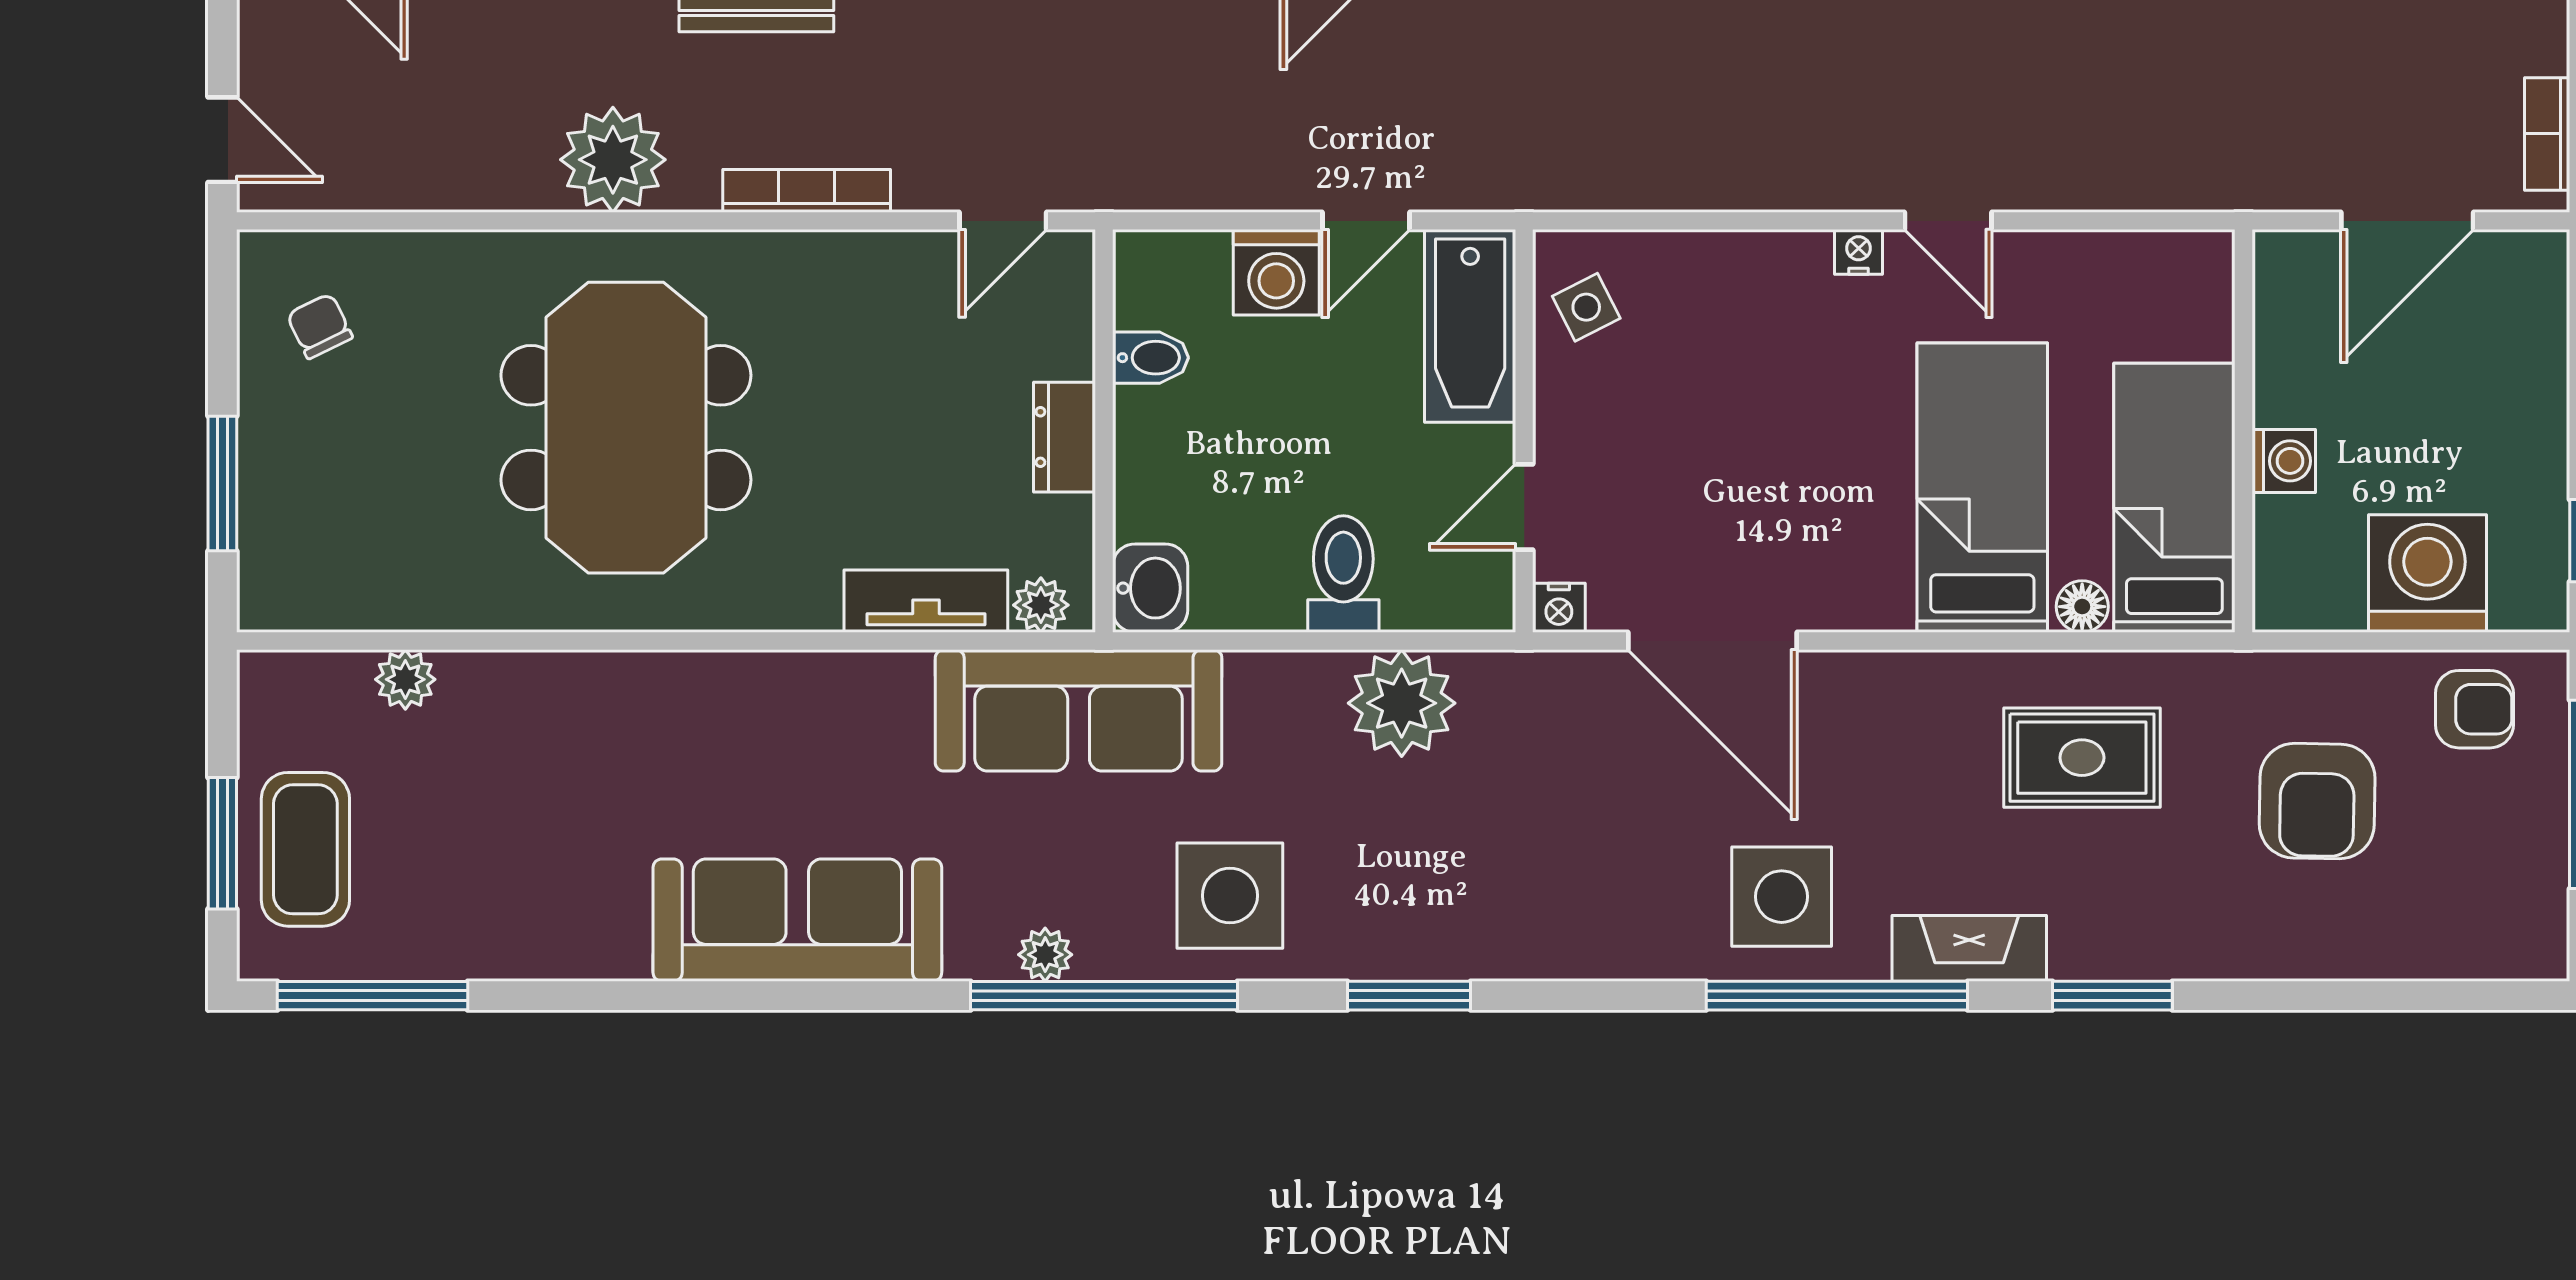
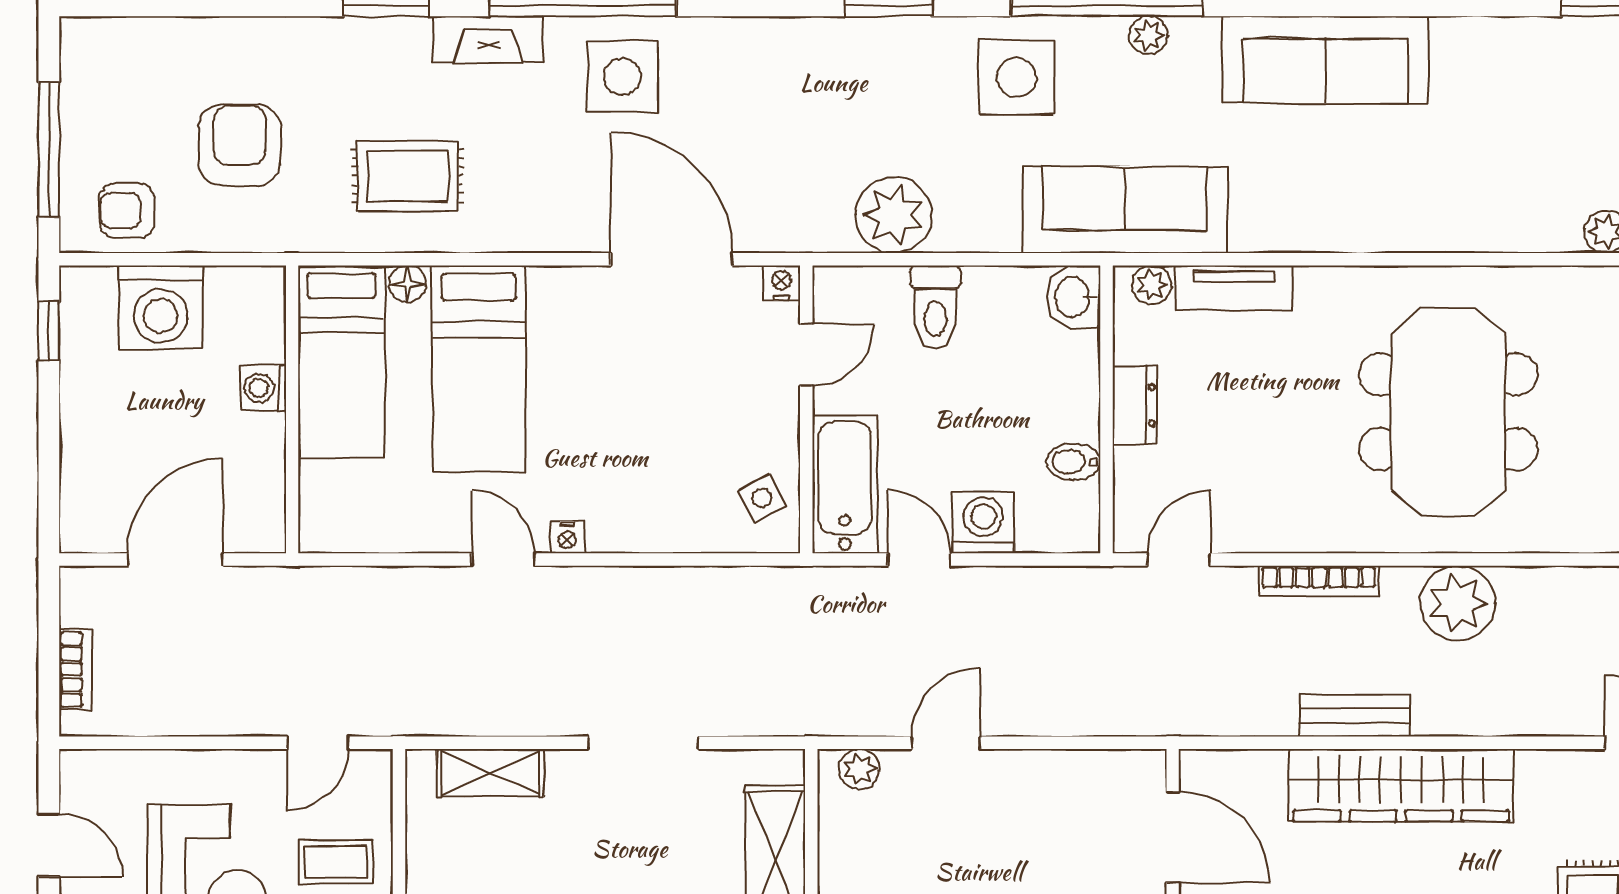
bookcase: (2547, 134) -> (75, 669), moved
door: (1366, 221) -> (919, 560), hinge flipped

